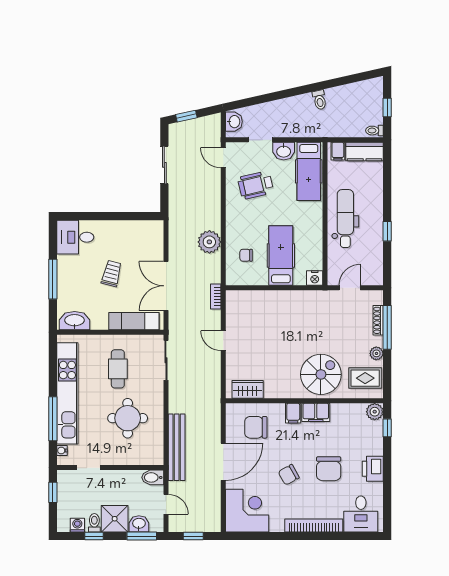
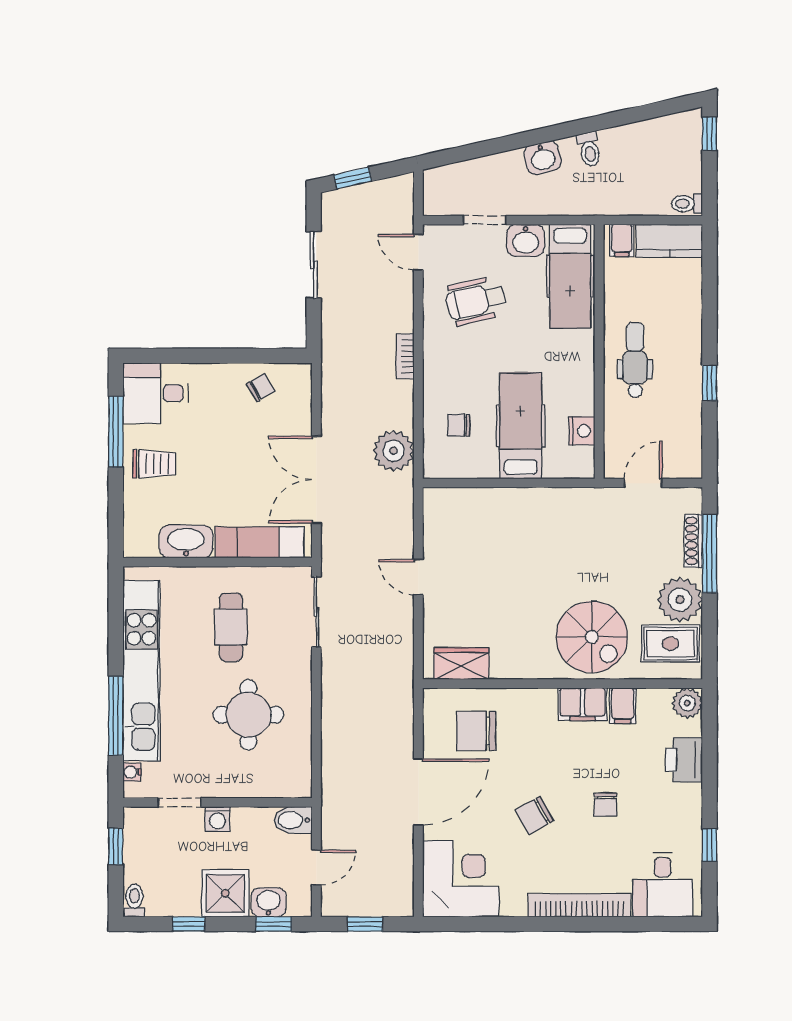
window: (387, 108) -> (709, 134), moved
washbasin: (234, 122) -> (543, 158), moved, turned 77
dental chair: (345, 218) -> (635, 360), width x0.73, depth x0.72
chair: (135, 234) -> (261, 388), added
plant: (209, 242) -> (394, 451), moved
trolley: (112, 274) -> (154, 464), moved, turned 76
nightstand: (315, 278) -> (582, 431), moved, turned -90
window: (53, 279) -> (116, 432), moved
bookcase: (216, 297) -> (405, 356), moved
washbasin: (75, 321) -> (186, 542), moved
plant: (376, 353) -> (680, 600), width x1.88, depth x1.88
spiral stairs: (321, 374) -> (592, 637), turned 90
filing cabinet: (293, 413) -> (623, 706), moved
window: (387, 428) -> (709, 845), moved
bench: (177, 447) -> (336, 766), removed
chair: (329, 469) -> (605, 804), width x0.54, depth x0.54
printer: (373, 469) -> (684, 760), moved
door: (166, 504) -> (316, 868), hinge flipped
toilet: (94, 523) -> (134, 900), moved
washing machine: (77, 525) -> (217, 819), moved, turned 180
window: (142, 536) -> (274, 924), width x0.67

